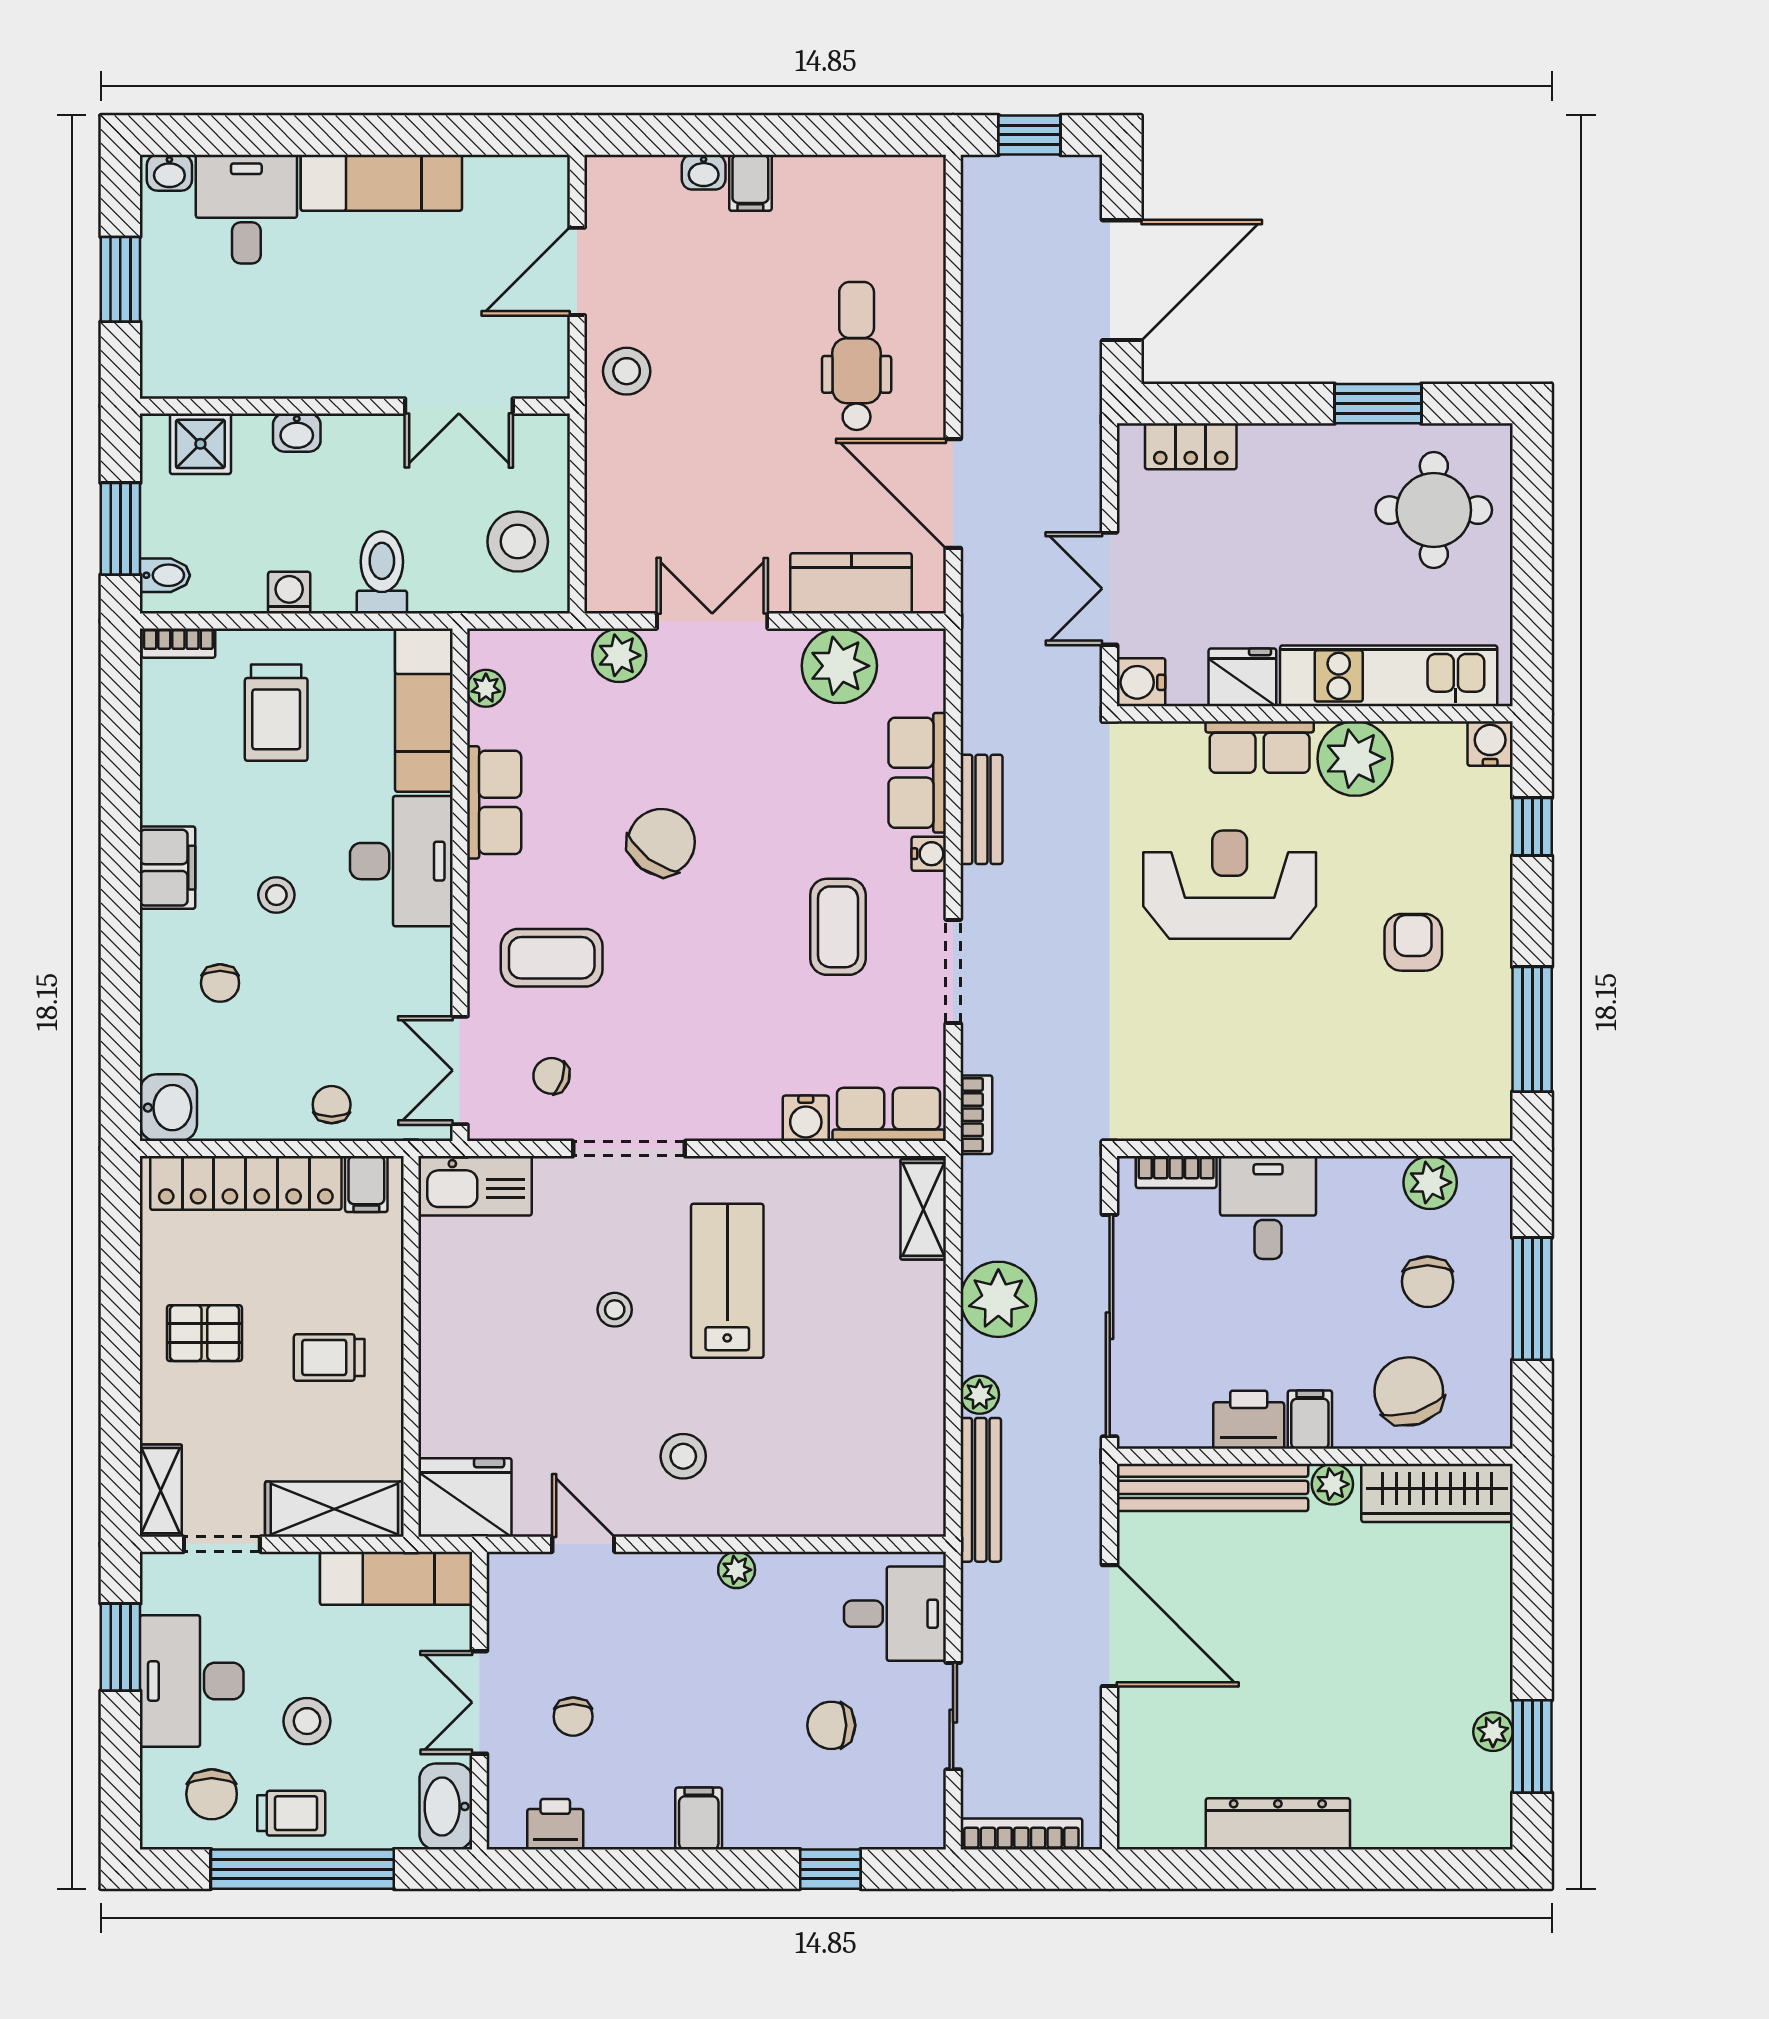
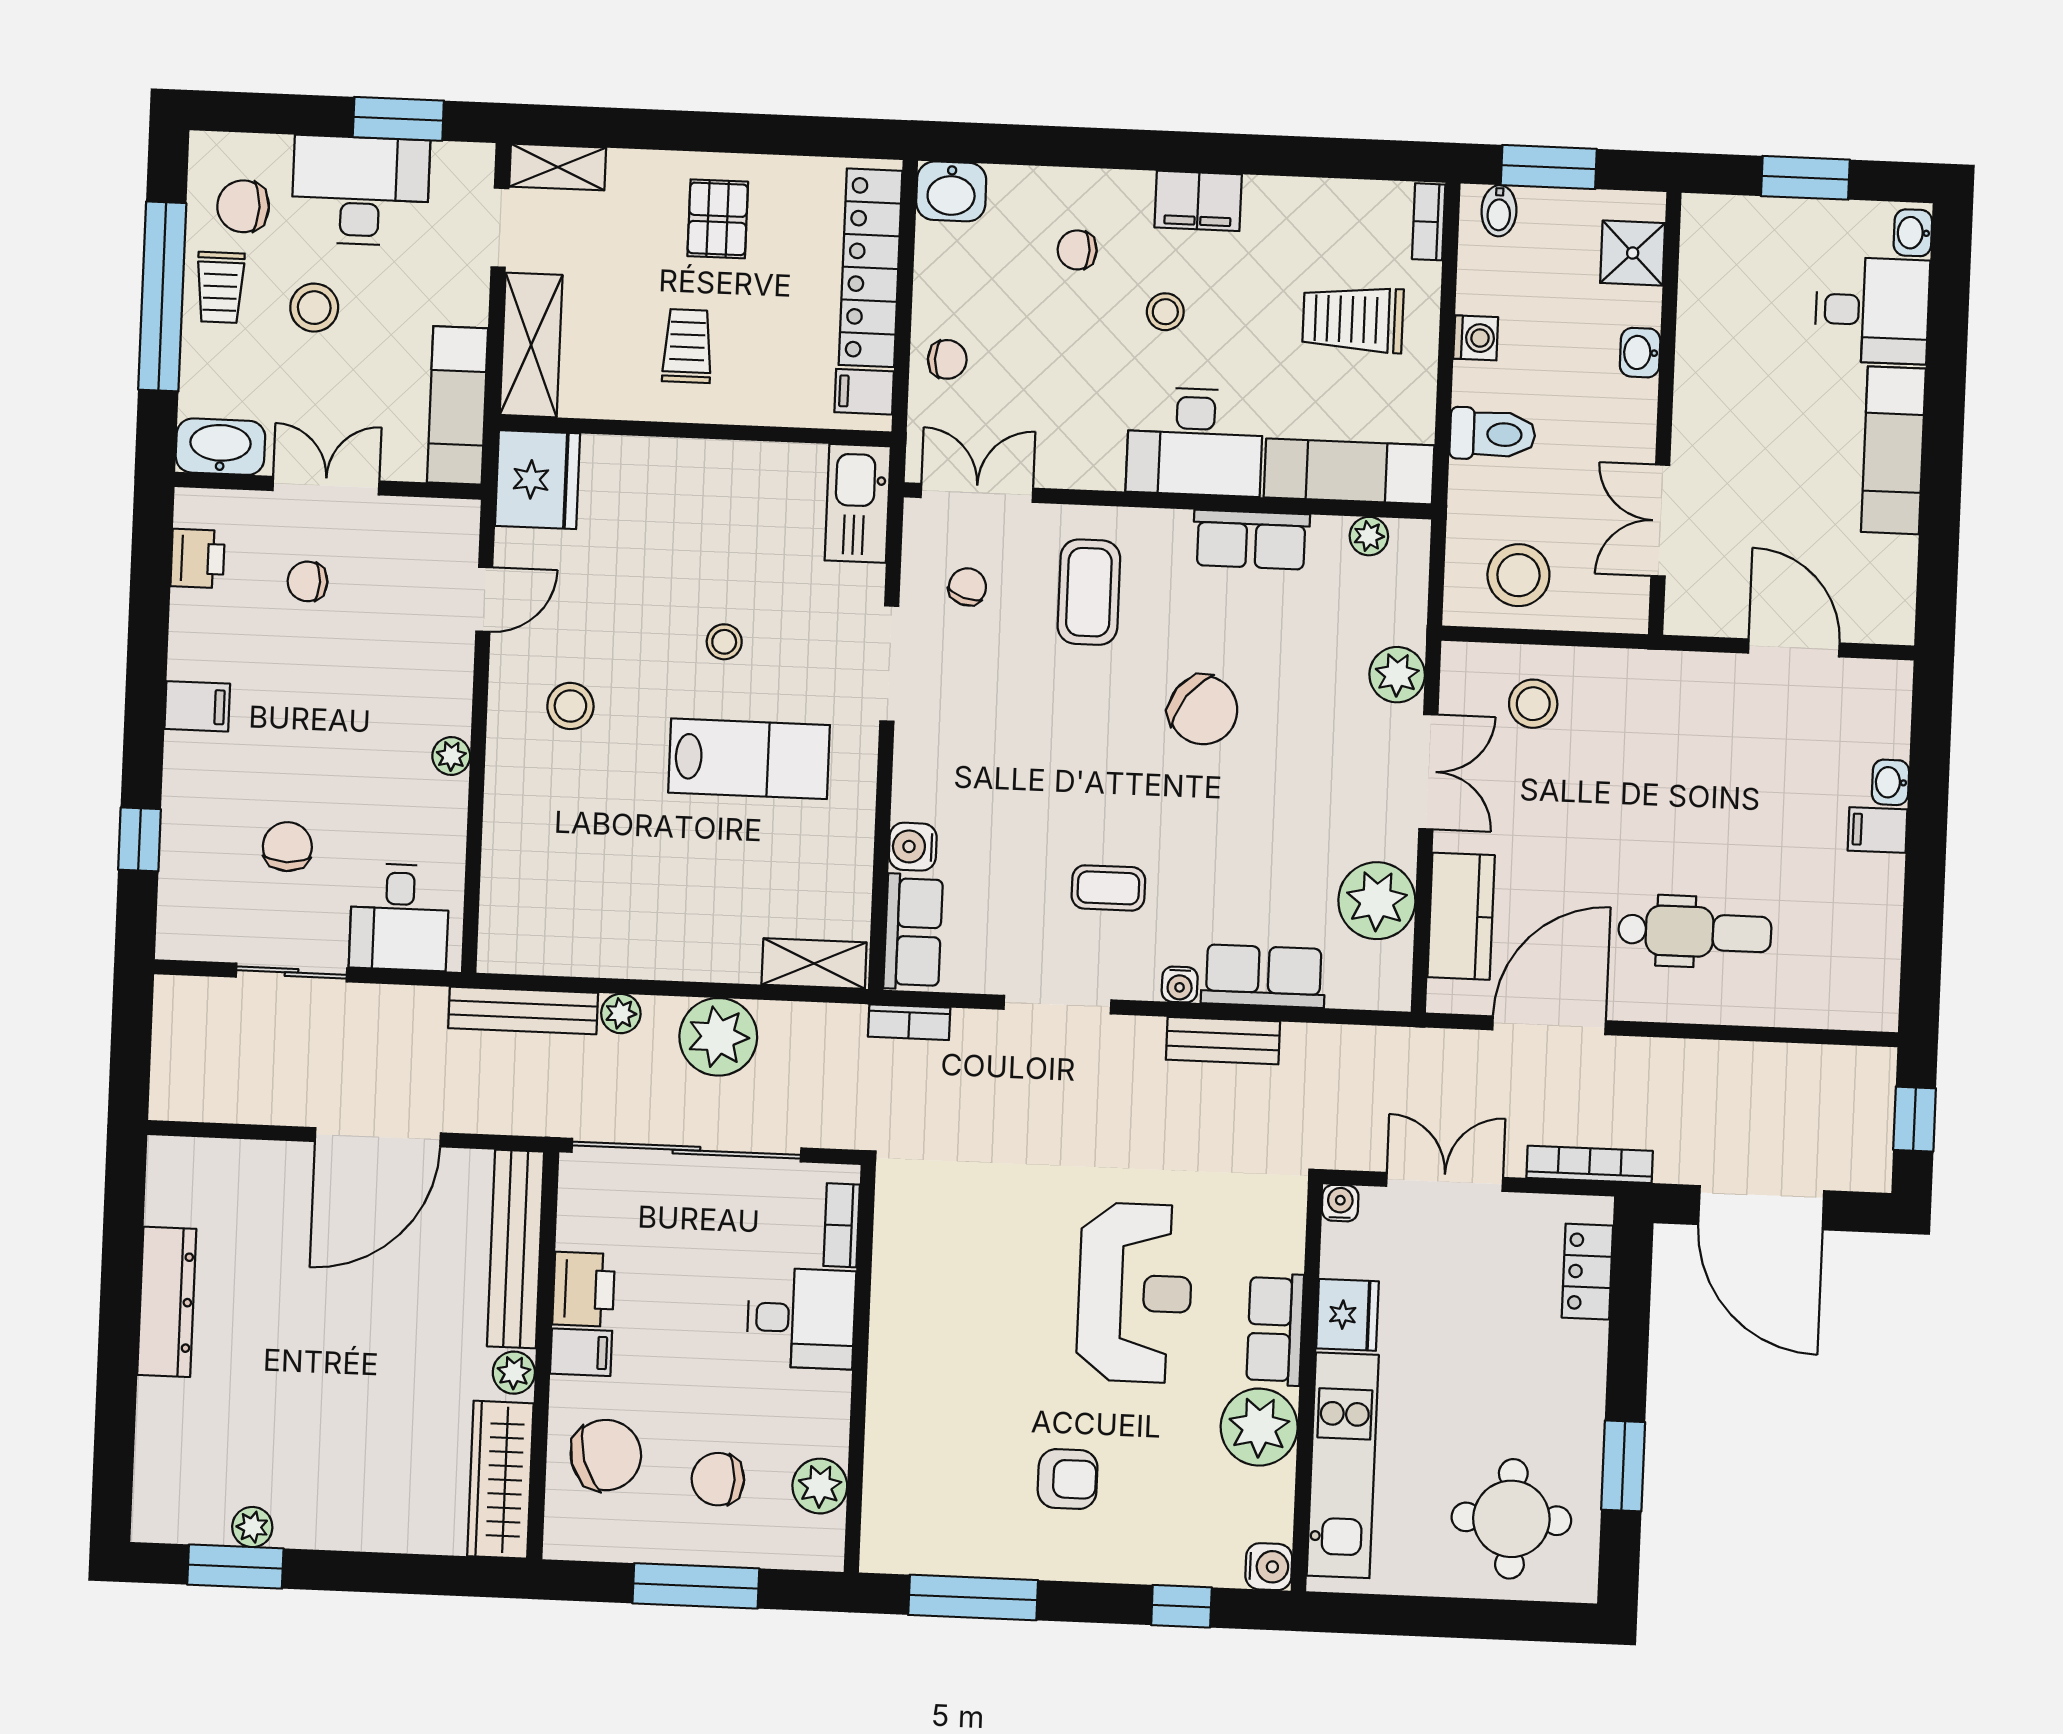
stool: (627, 371) -> (1533, 704), moved
water cooler: (1141, 682) -> (1340, 1203), width x0.72, depth x0.72
coffee table: (838, 927) -> (1108, 888), width x0.73, depth x0.77
bookcase: (1021, 1834) -> (1590, 1164), moved, turned -90

